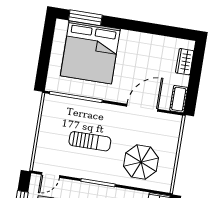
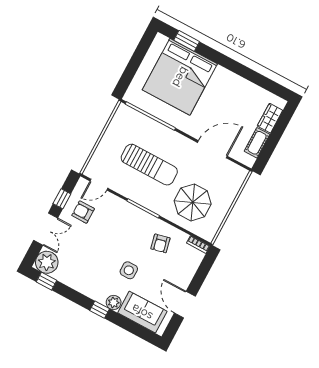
window: (85, 18) -> (187, 41), width x0.69
cot: (179, 99) -> (257, 143), moved
sun lounger: (90, 141) -> (149, 165), width x1.36, depth x1.34

